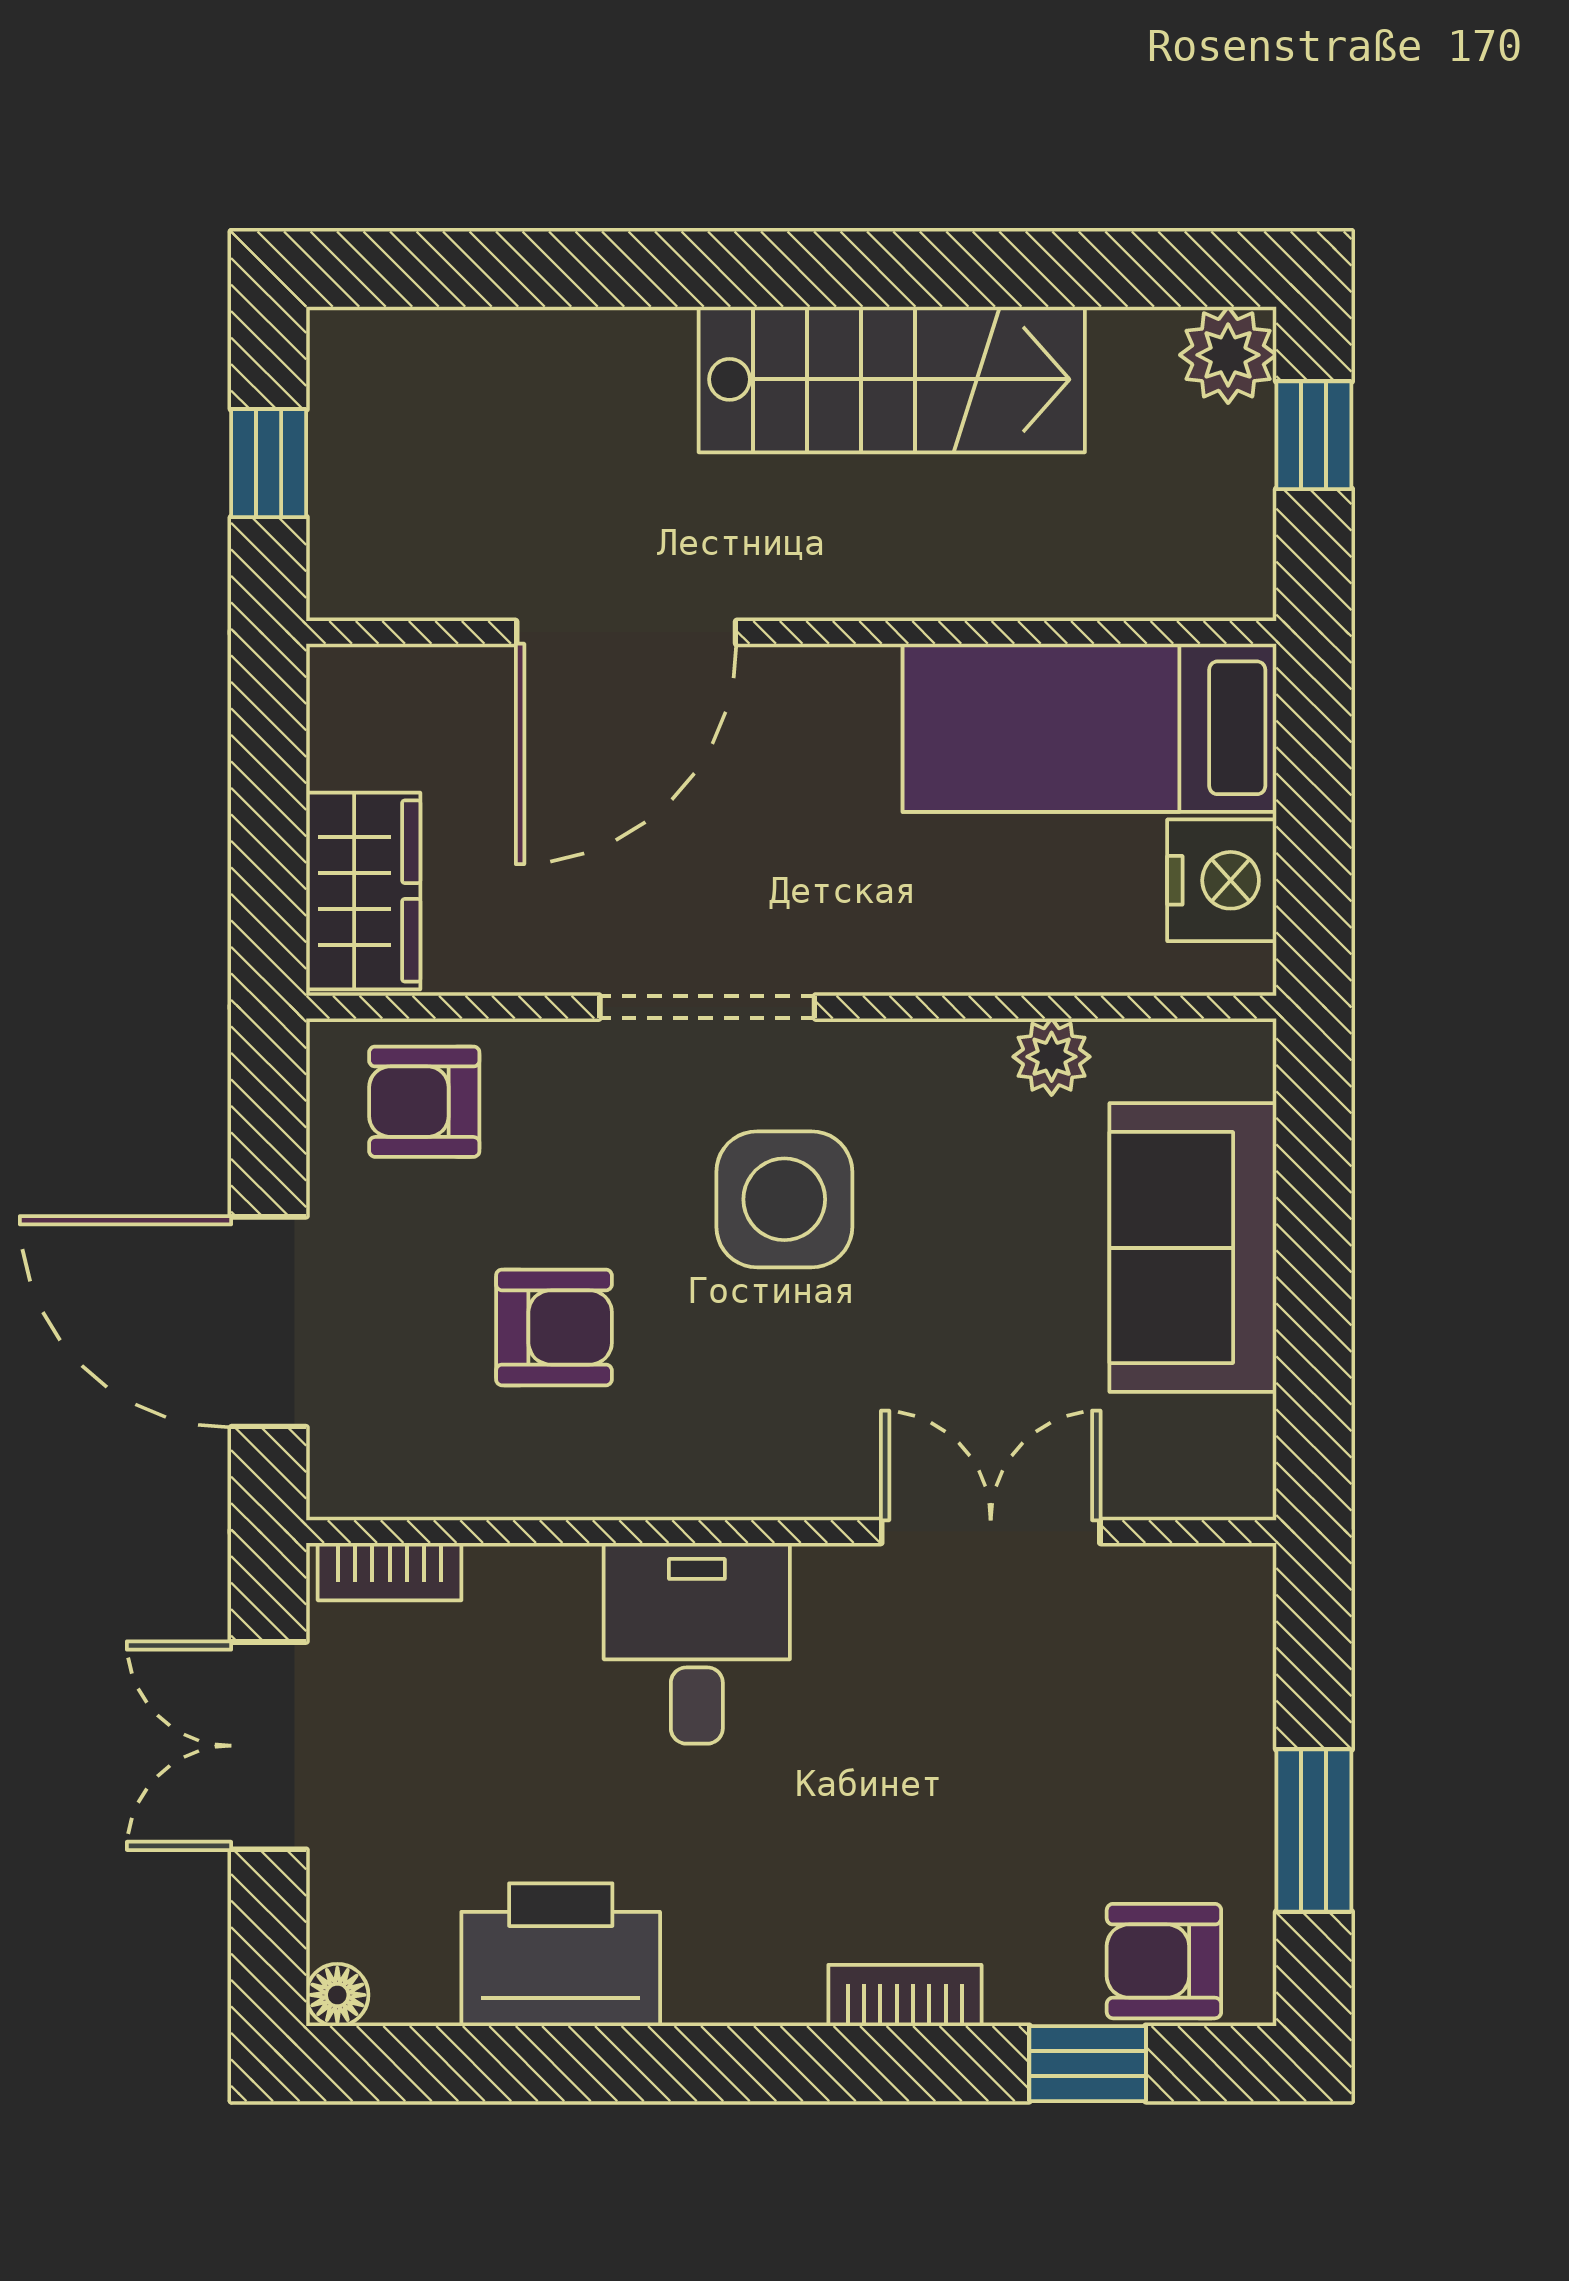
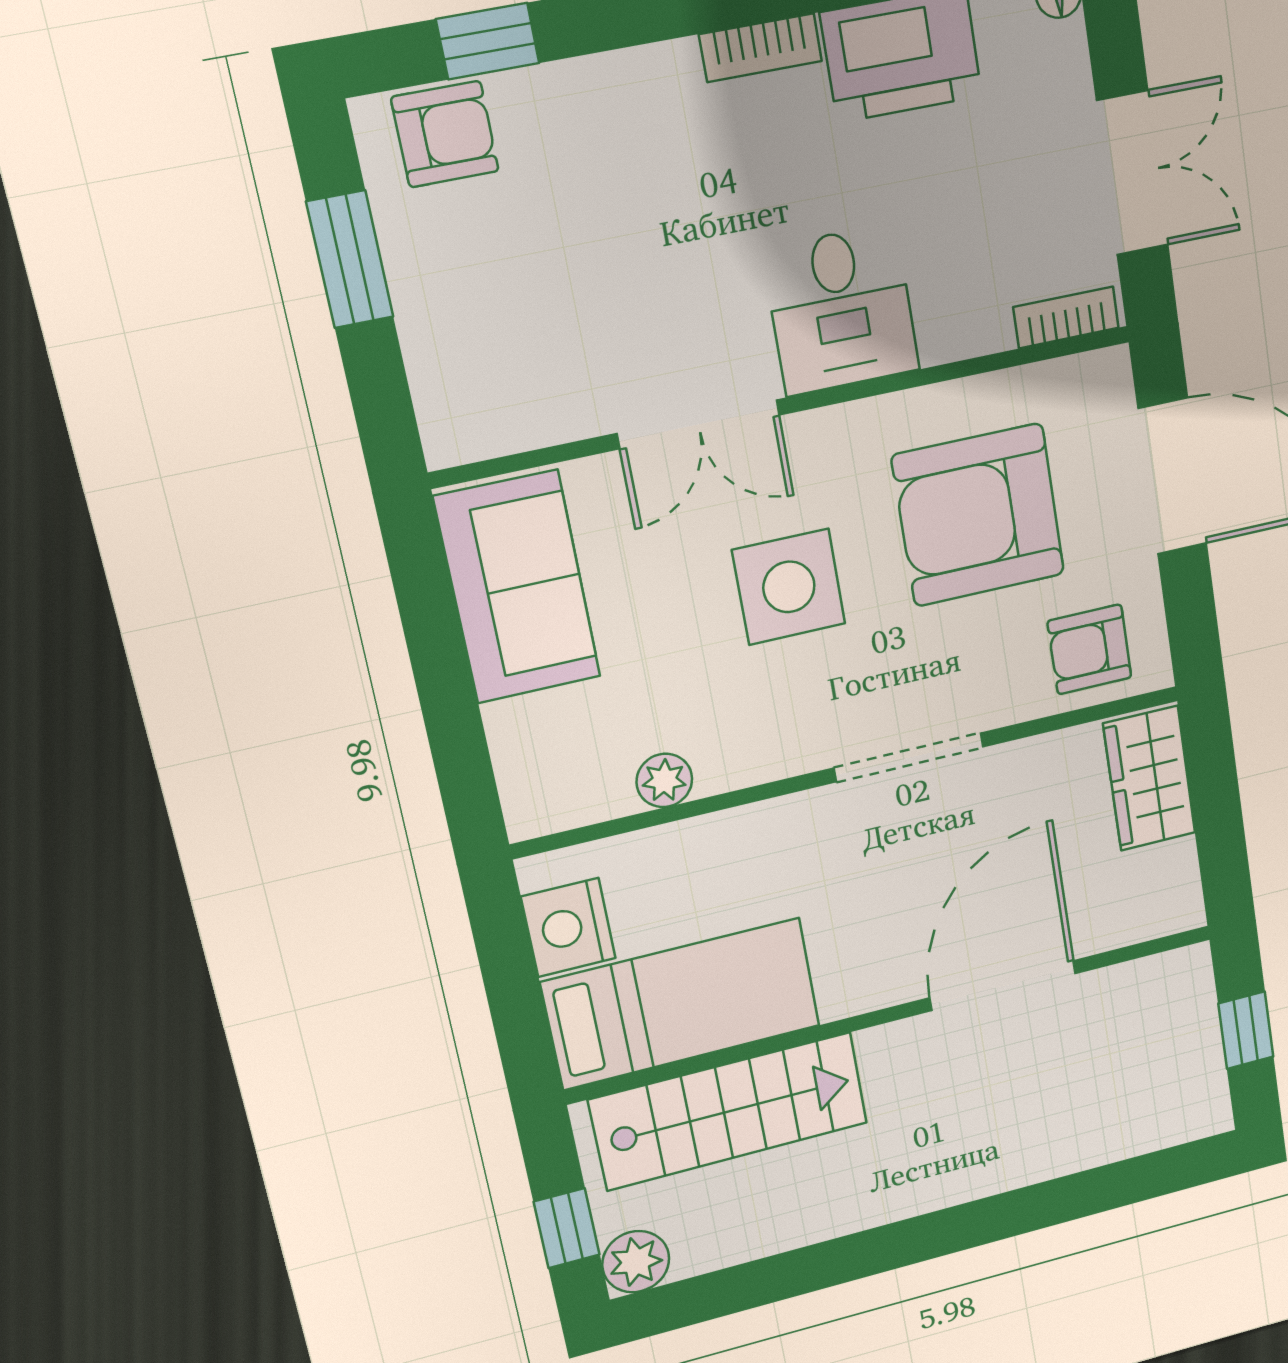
stairs: (892, 379) -> (729, 1111), moved, turned 180
armchair: (424, 1102) -> (1089, 649), turned 180
side table: (784, 1199) -> (789, 587), moved
sofa: (1193, 1248) -> (518, 587), moved
armchair: (554, 1327) -> (978, 515), width x1.88, depth x1.88
double door: (991, 1532) -> (699, 424), moved
bookcase: (905, 1995) -> (761, 48), moved

